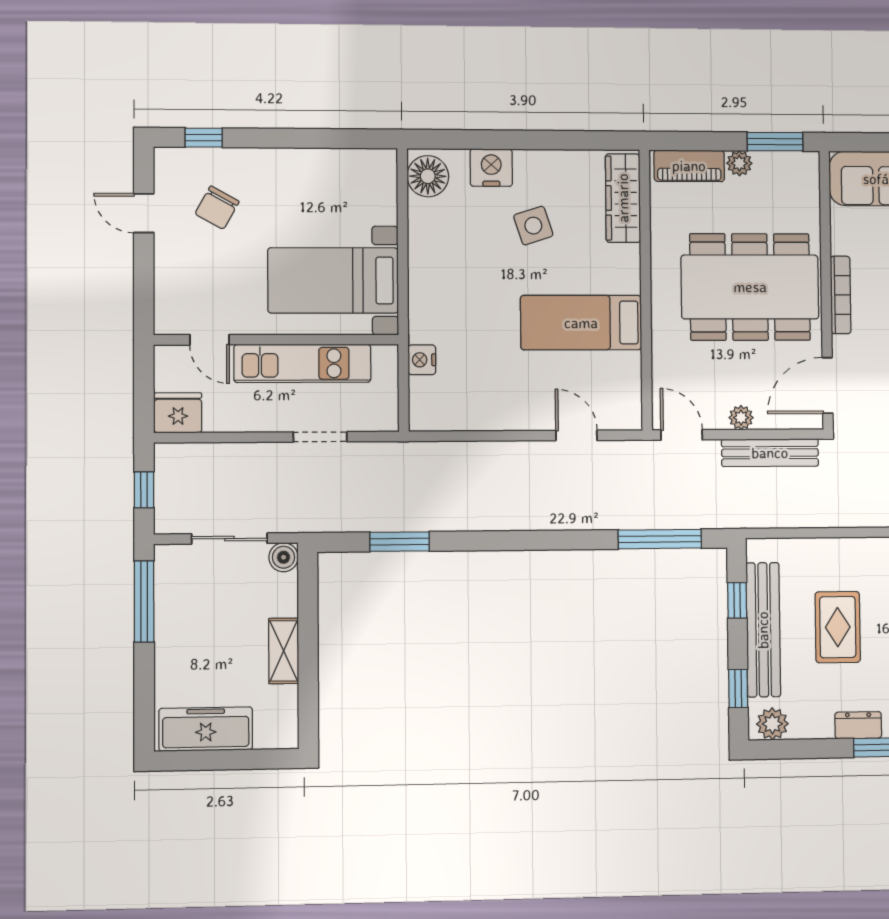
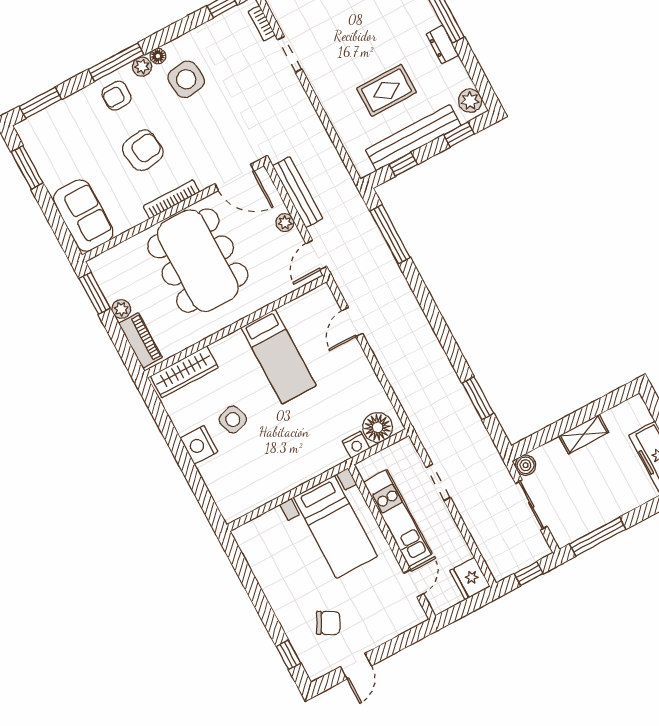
nightstand: (491, 168) -> (199, 445), moved
floor lamp: (428, 176) -> (378, 427), moved

